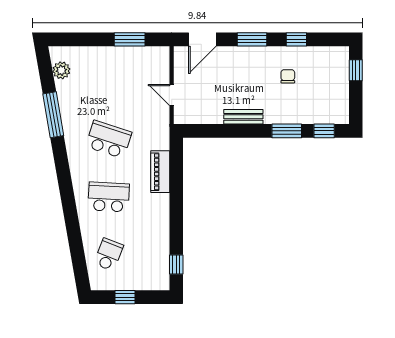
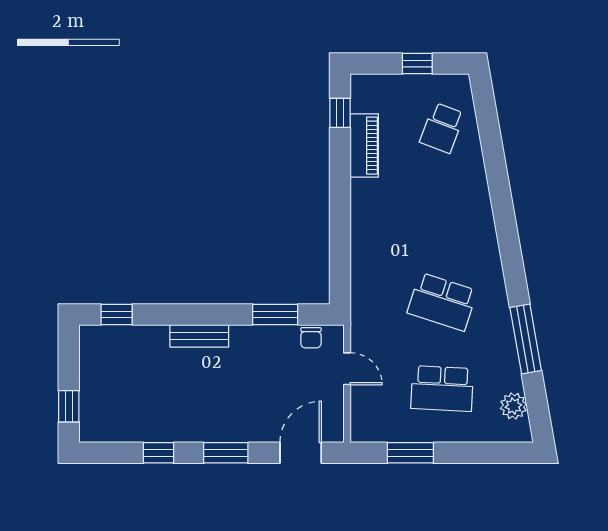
chair: (288, 76) -> (311, 338), moved
bench: (243, 117) -> (199, 336), moved
window: (287, 131) -> (275, 314), moved
piano: (160, 172) -> (364, 146), moved
school desk: (109, 197) -> (442, 389), moved

